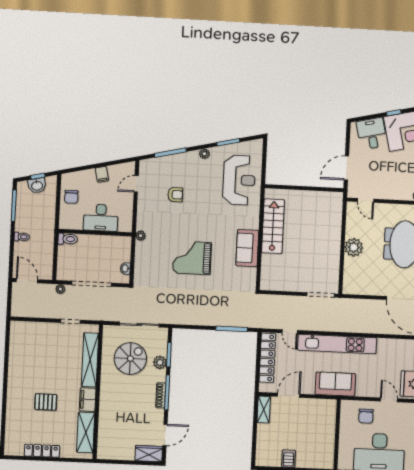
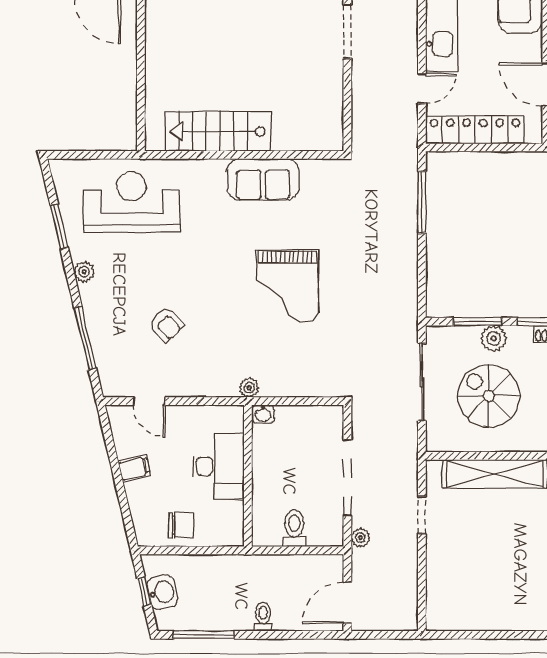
armchair: (175, 195) -> (166, 324), turned 138
toilet: (68, 239) -> (294, 528), moved
washbasin: (125, 268) -> (263, 414), moved

